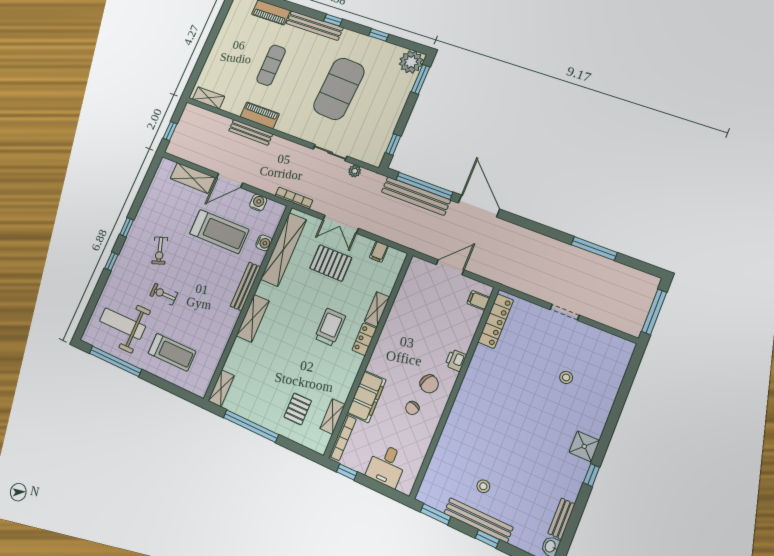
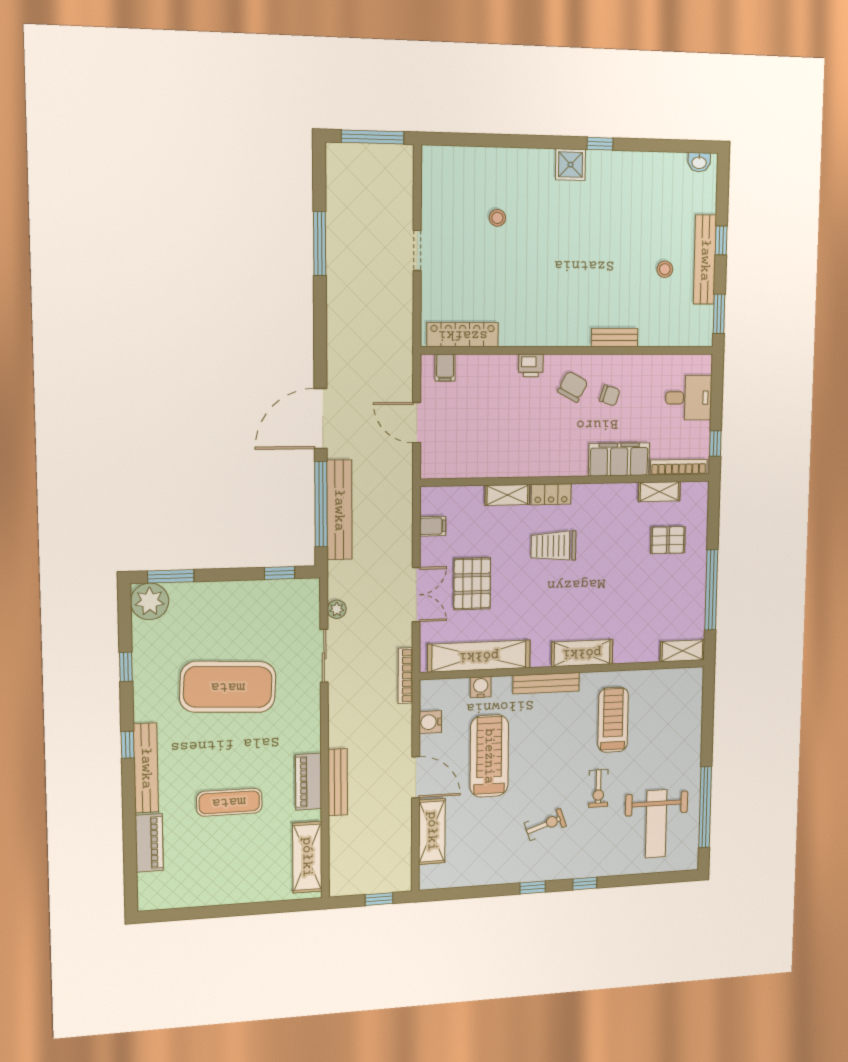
shelving: (209, 98) -> (307, 857), width x1.50, depth x1.33
treadmill: (172, 352) -> (613, 720), moved
bench: (561, 519) -> (615, 338), moved

